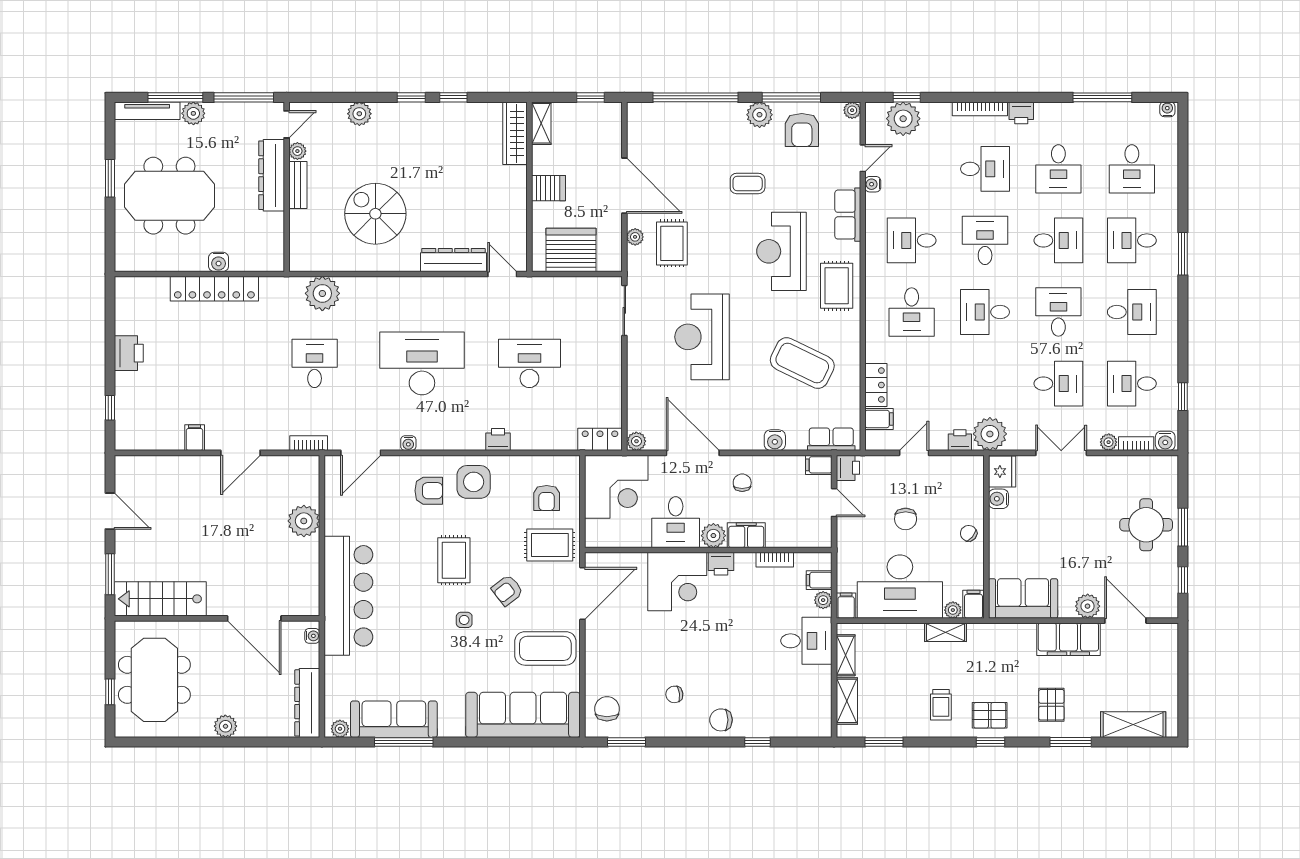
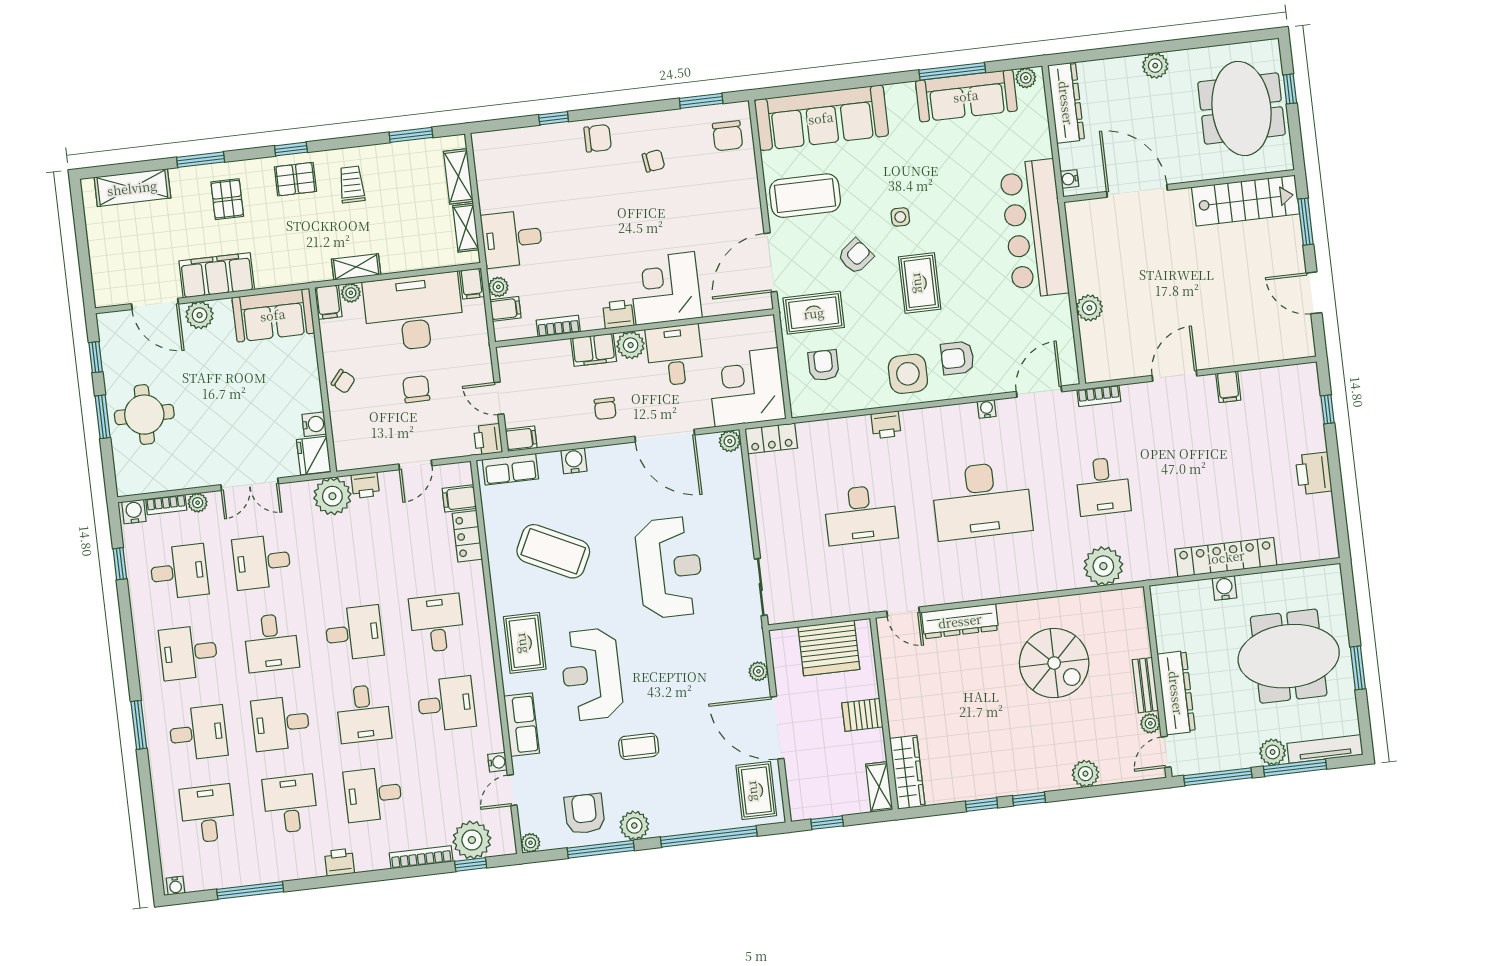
bookcase: (980, 109) -> (421, 857), moved
rug: (672, 243) -> (756, 791), moved
reception desk: (782, 251) -> (591, 674), turned 180
plant: (304, 521) -> (1089, 308), width x0.73, depth x0.73

